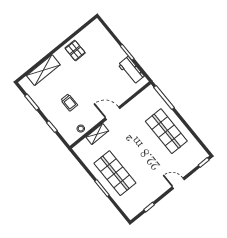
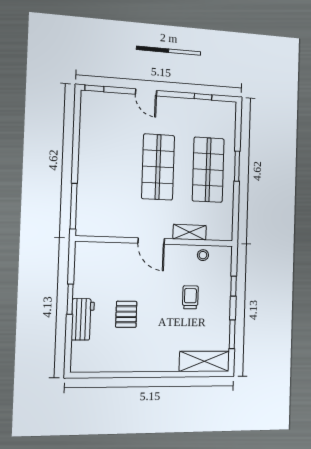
pallet: (75, 50) -> (126, 314), moved
shelving: (43, 70) -> (204, 361), moved
workbench: (131, 70) -> (83, 319), moved
shop shelf: (166, 131) -> (158, 167), moved

